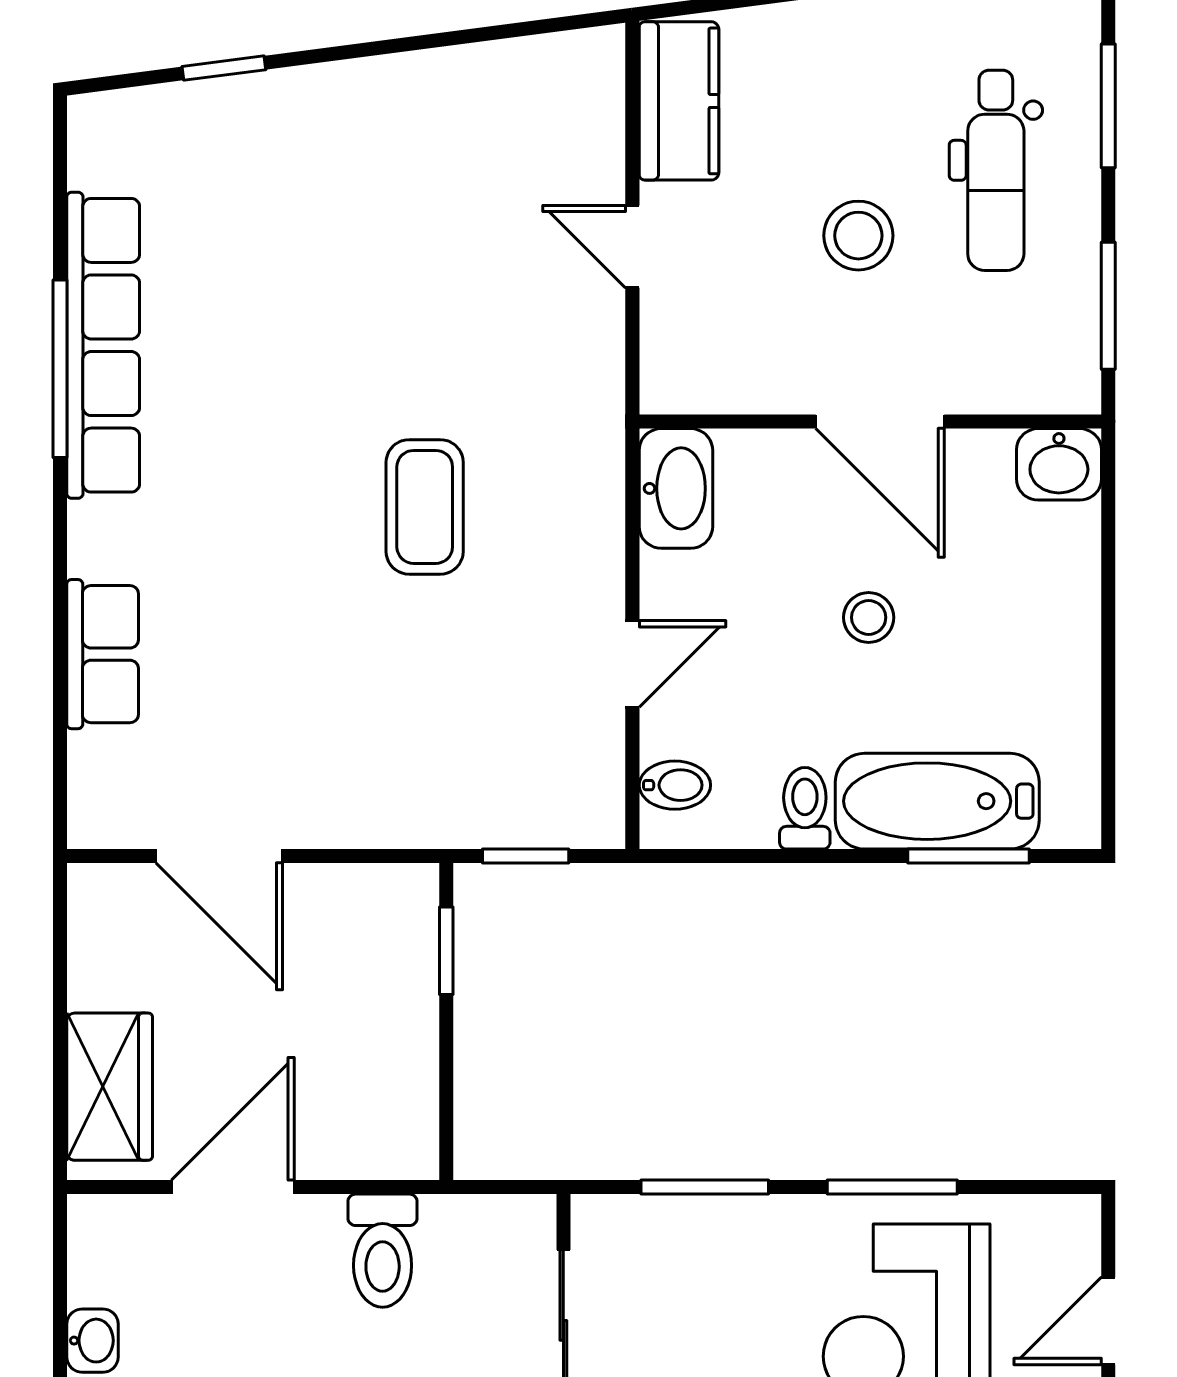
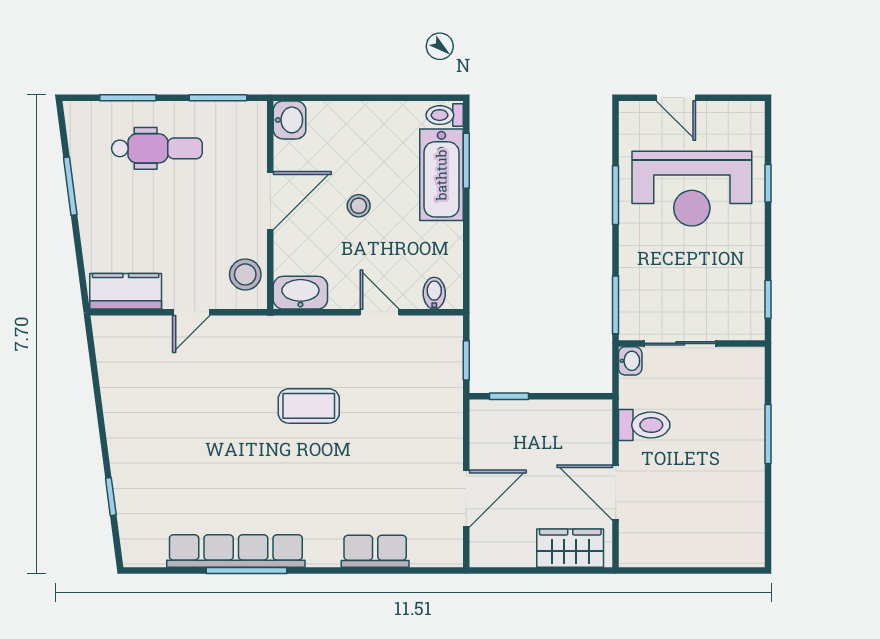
stool: (858, 236) -> (245, 274), moved
toilet: (805, 808) -> (445, 115), moved
window: (705, 1187) -> (616, 305), moved
washbasin: (93, 1341) -> (630, 361), moved, turned 90

